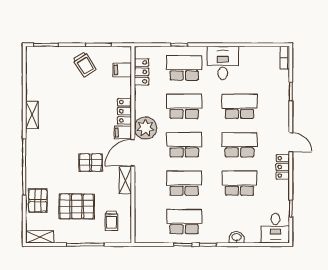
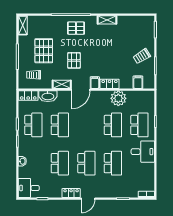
locker: (141, 72) -> (28, 96), moved
plant: (146, 128) -> (118, 98), moved
school desk: (184, 145) -> (86, 125), removed
door: (133, 153) -> (81, 90), swing flipped
washbasin: (142, 200) -> (48, 96), added
pallet: (38, 201) -> (76, 28), moved

